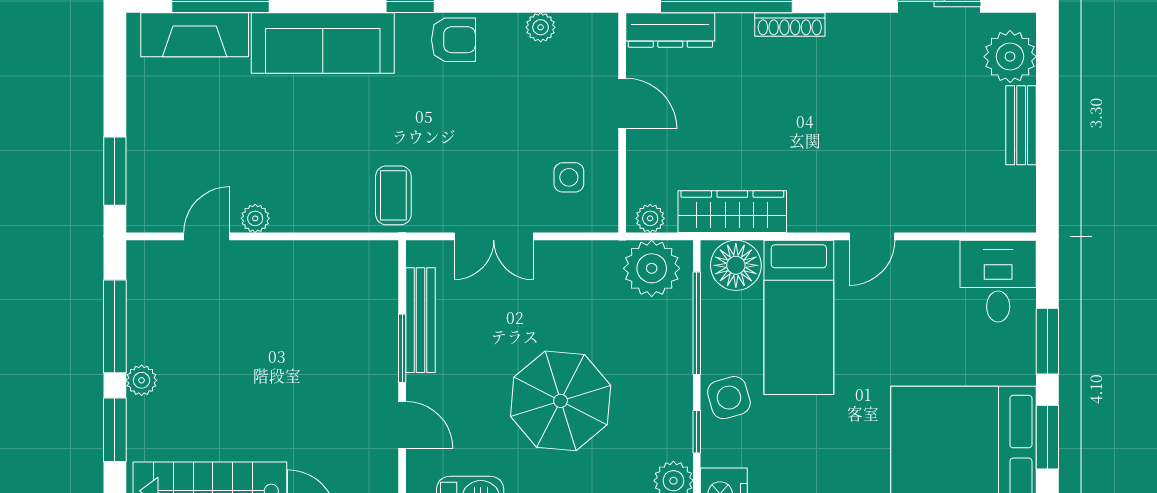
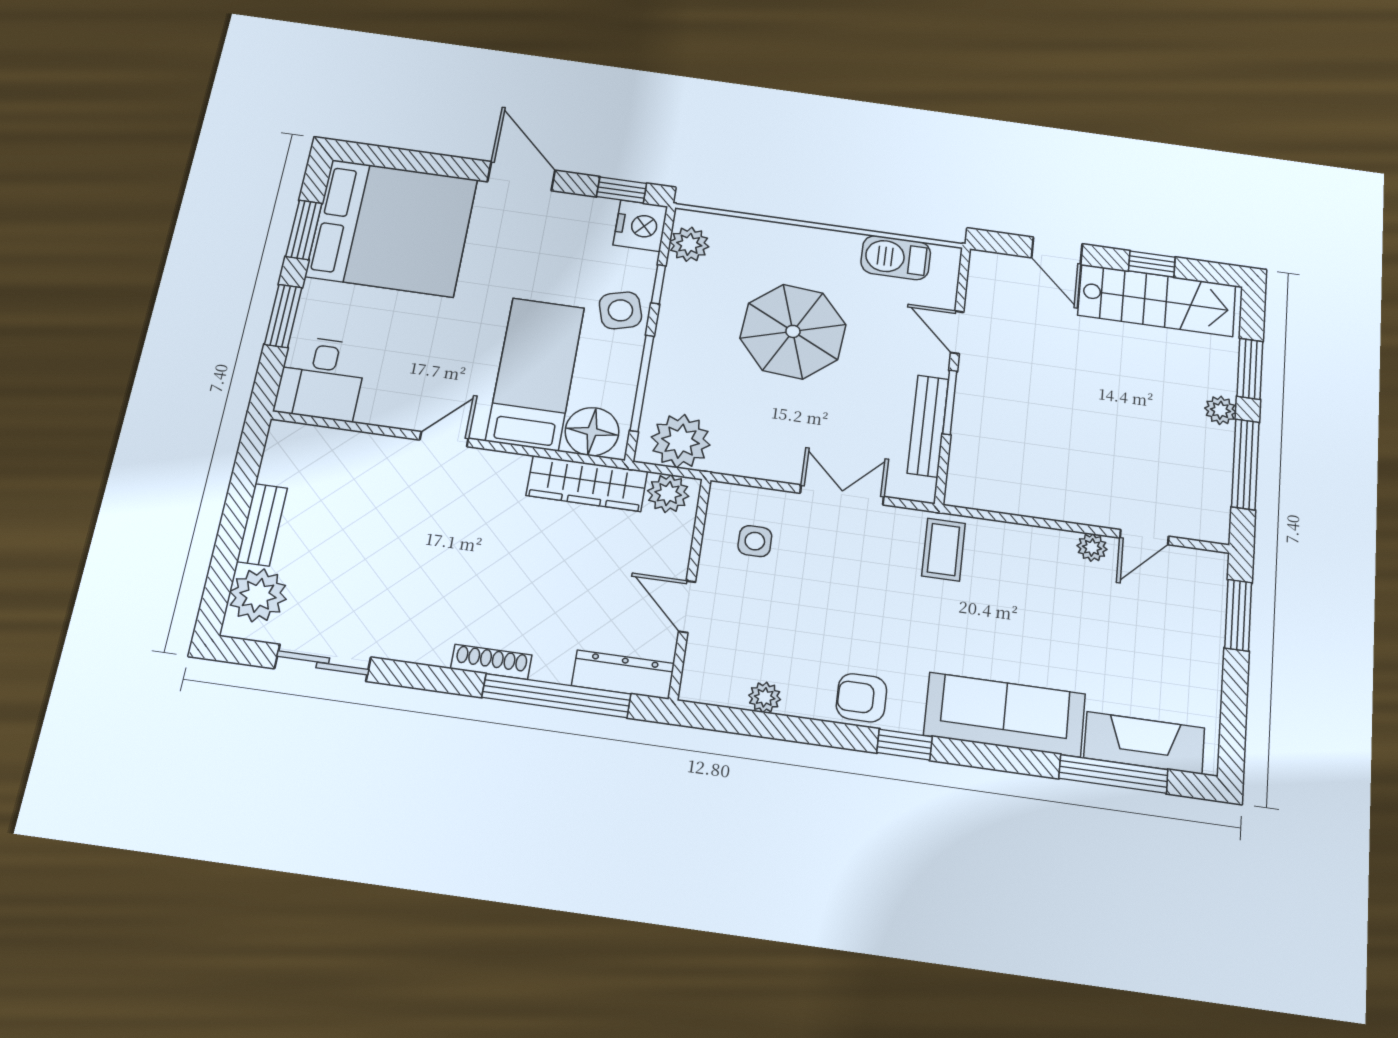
plant: (650, 218) -> (668, 493), width x1.38, depth x1.38

